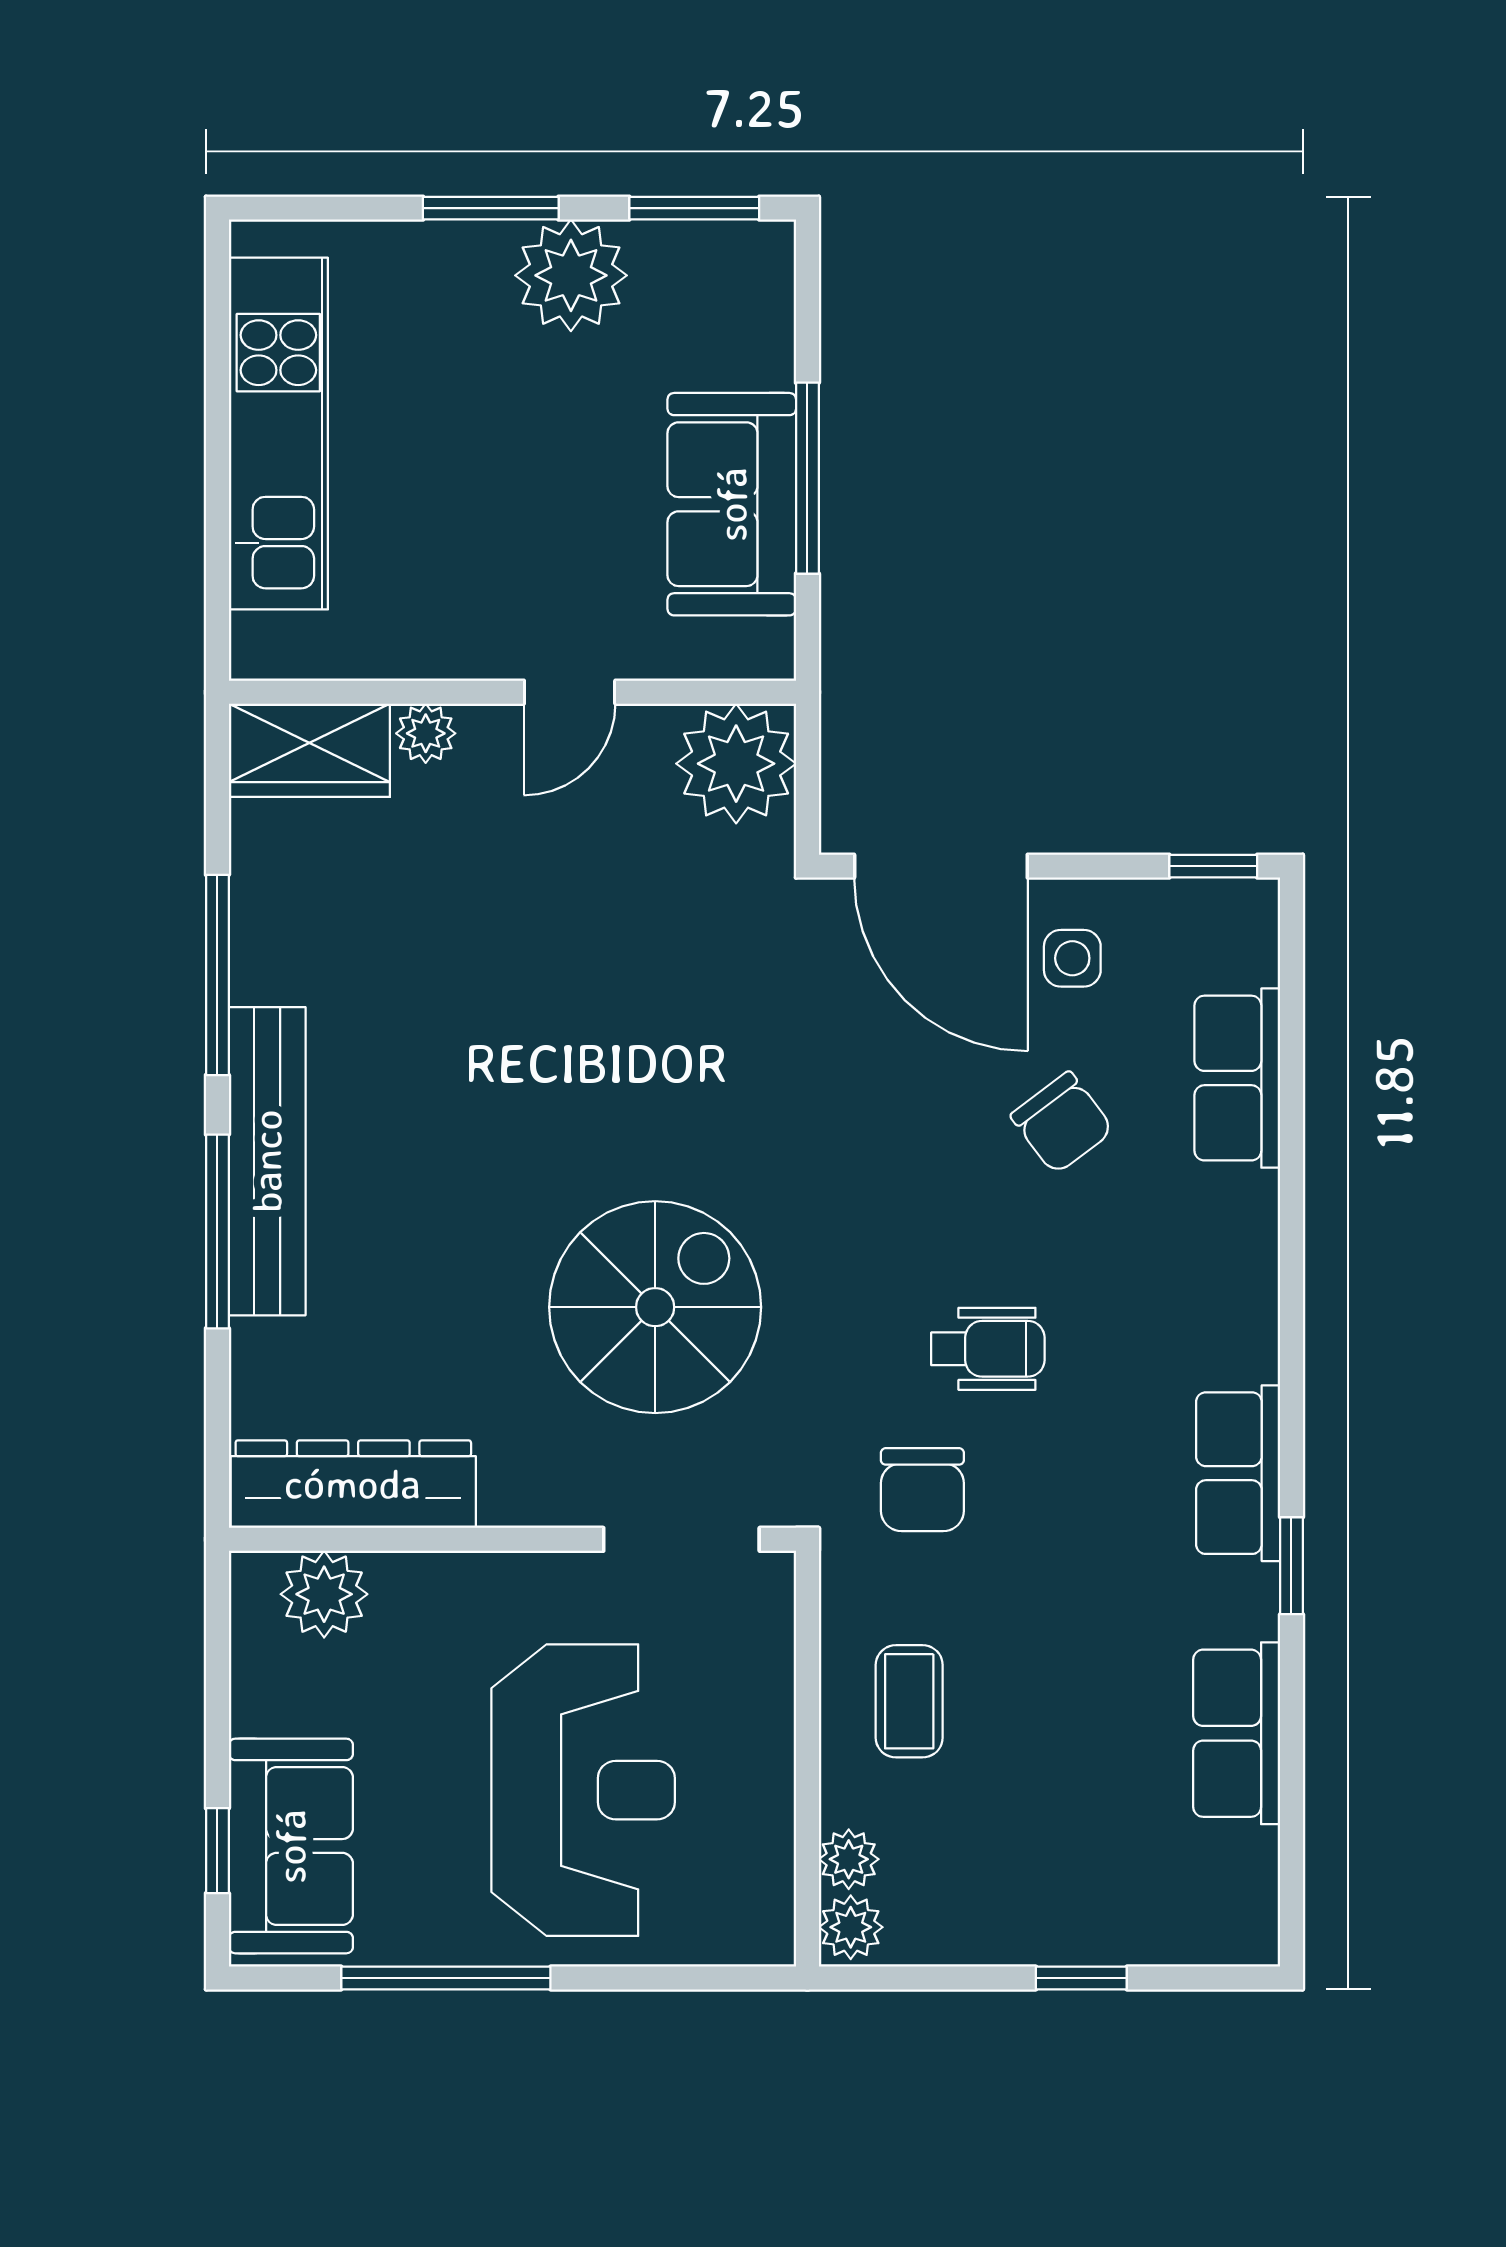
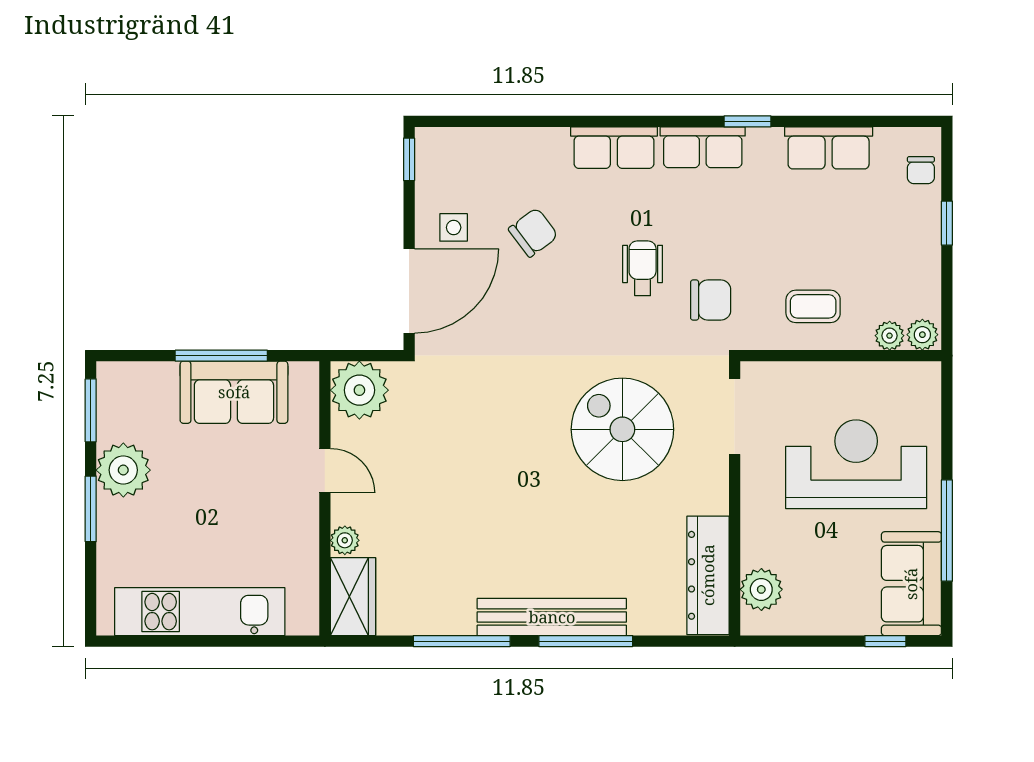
row of seats: (1237, 1078) -> (614, 148), moved
sofa: (291, 1846) -> (911, 584), moved, turned -90
chair: (1191, 1924) -> (921, 170), added

